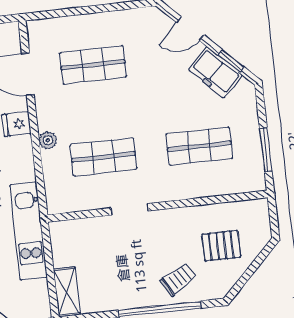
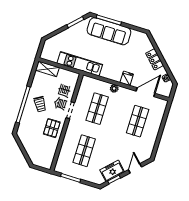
pallet: (221, 246) -> (52, 128), moved
trolley: (178, 279) -> (40, 104), moved

